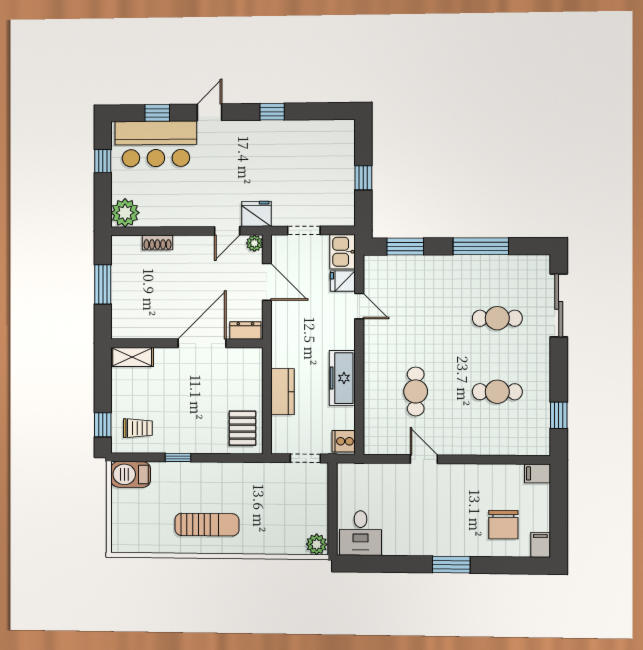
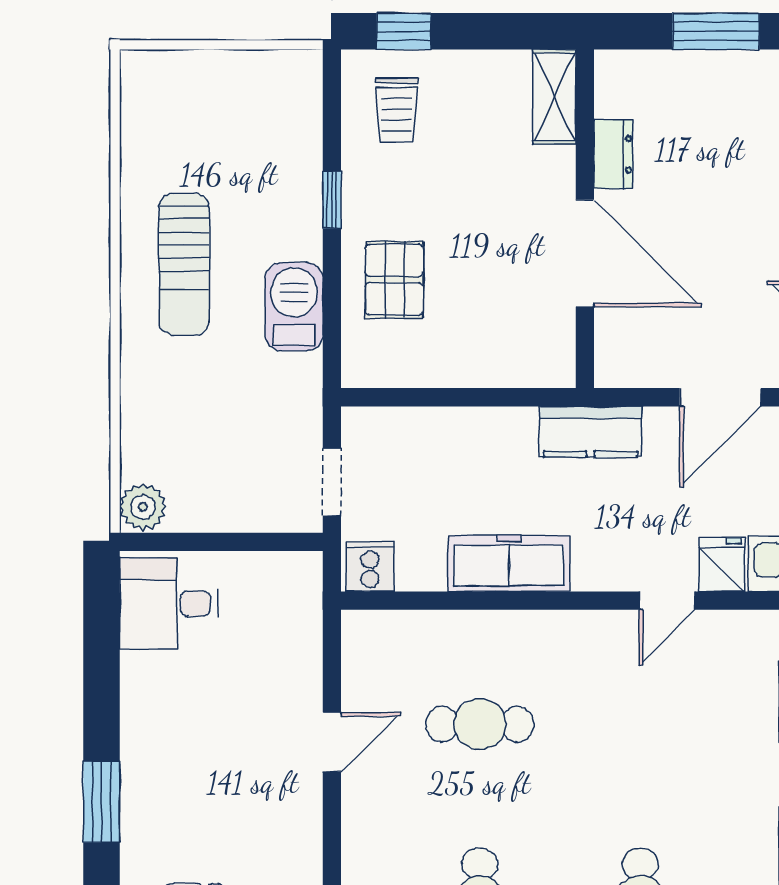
dresser: (245, 330) -> (613, 154), moved
kitchen counter: (282, 392) -> (590, 432), moved
pallet: (242, 428) -> (394, 280), moved, turned 90
barbecue: (131, 474) -> (294, 307), moved

